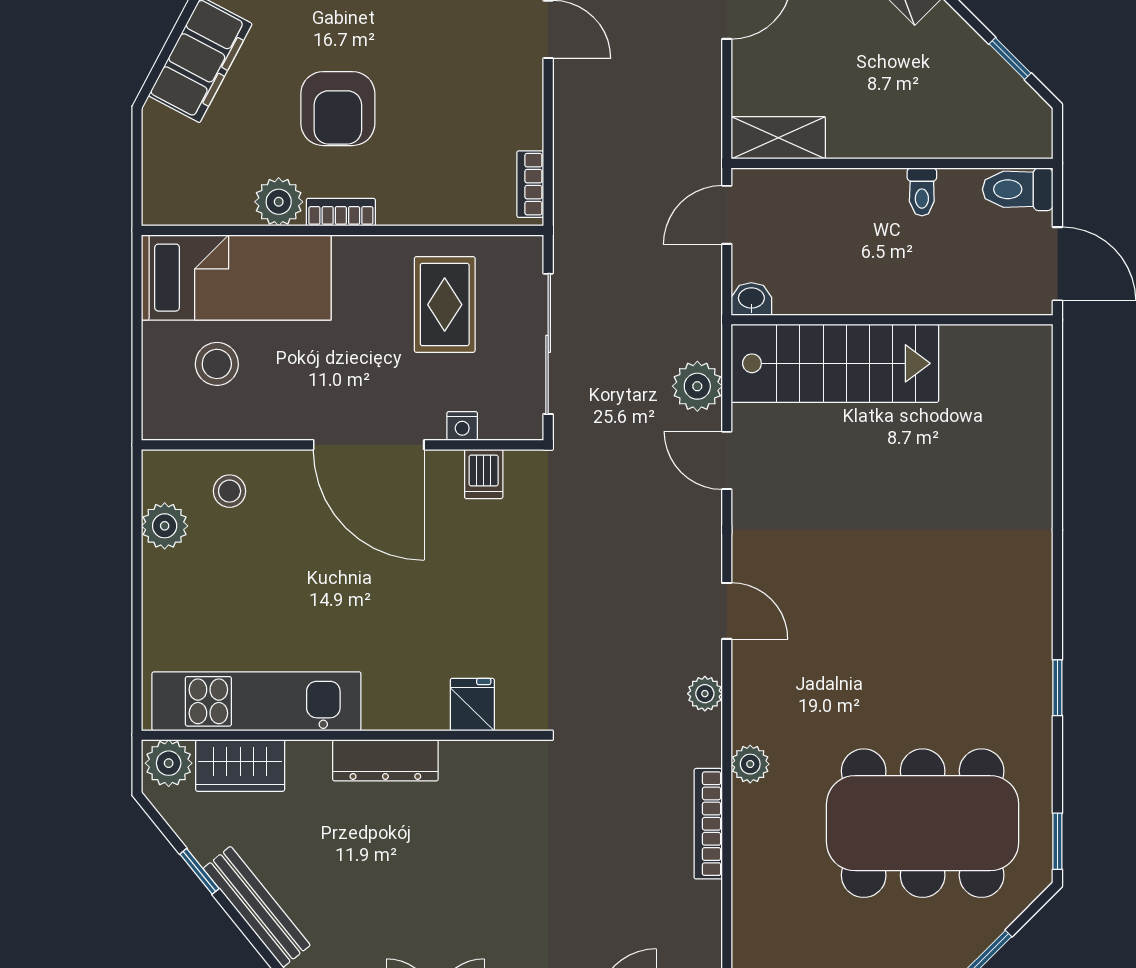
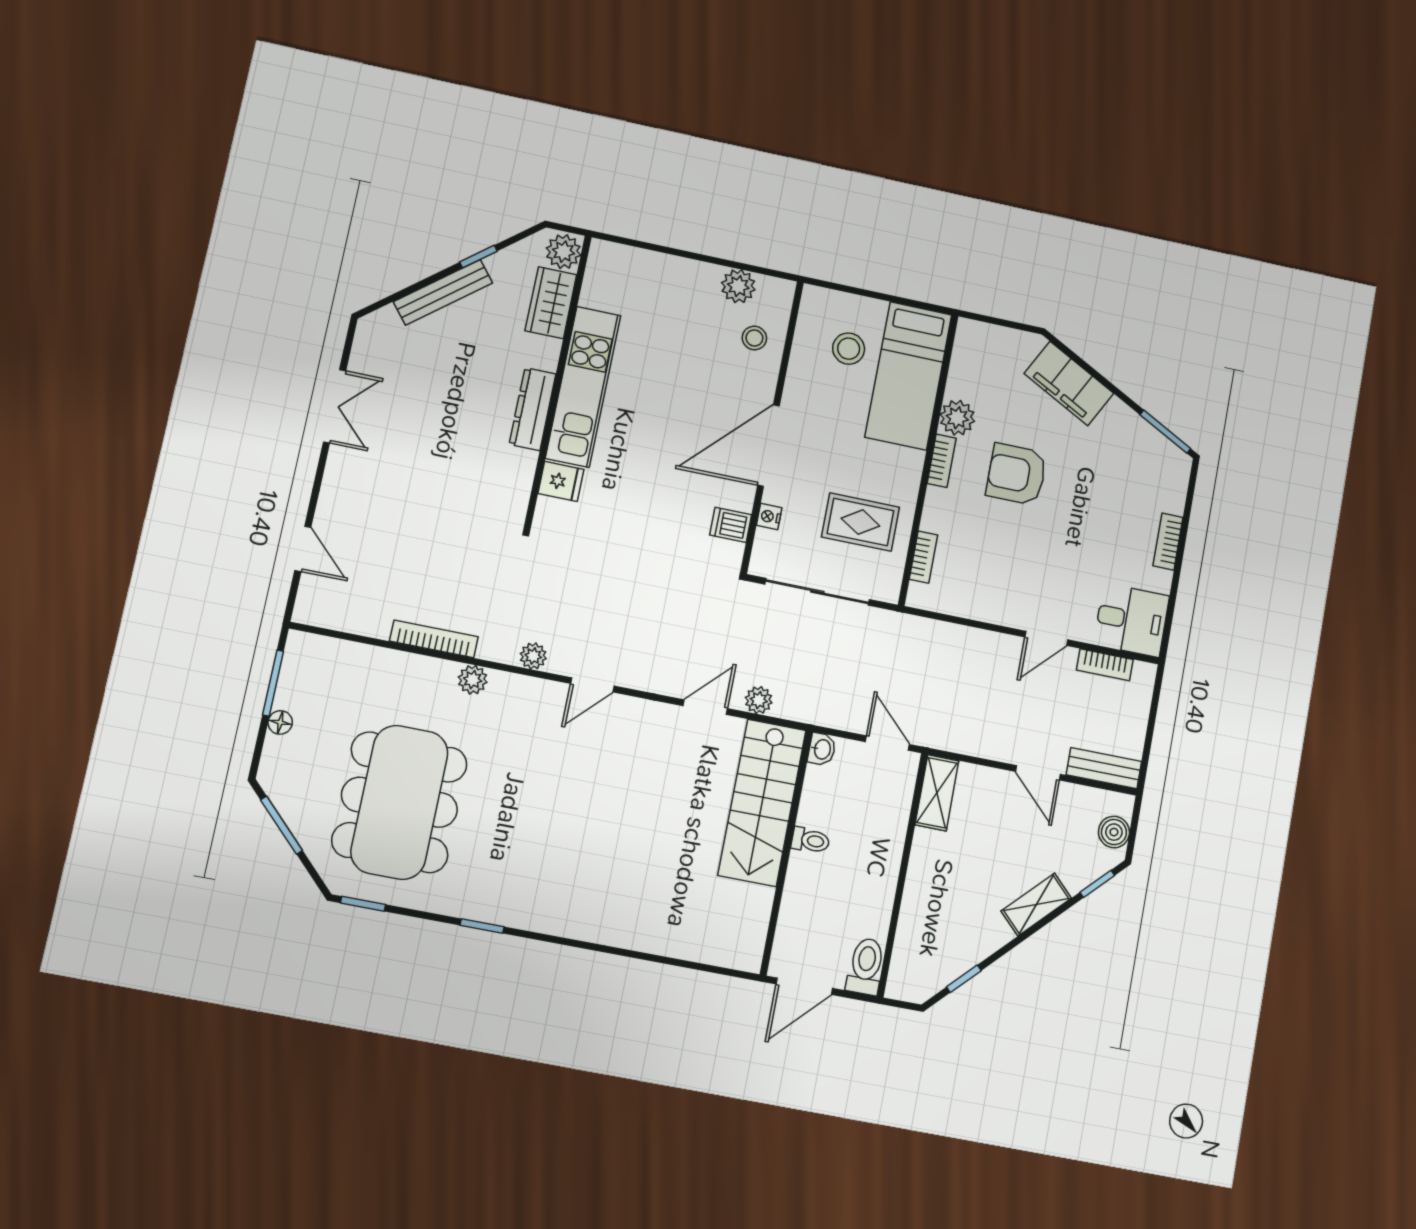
bookcase: (530, 184) -> (923, 557), moved, turned 90
toilet: (922, 192) -> (810, 840), moved, turned 180
plant: (697, 386) -> (759, 700), width x0.73, depth x0.73
kitchen unit: (256, 701) -> (583, 387), moved

